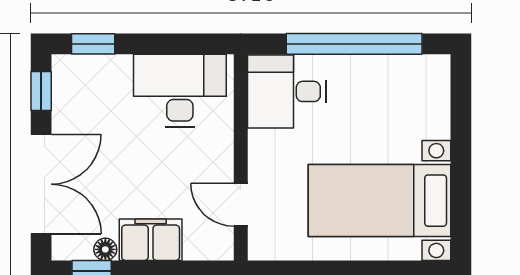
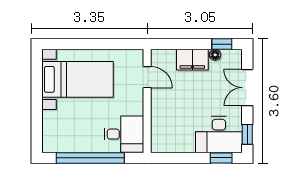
desk: (180, 91) -> (219, 135), moved
double door: (41, 184) -> (247, 88), width x0.73

